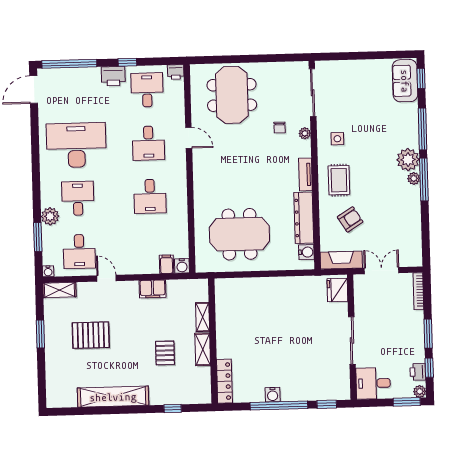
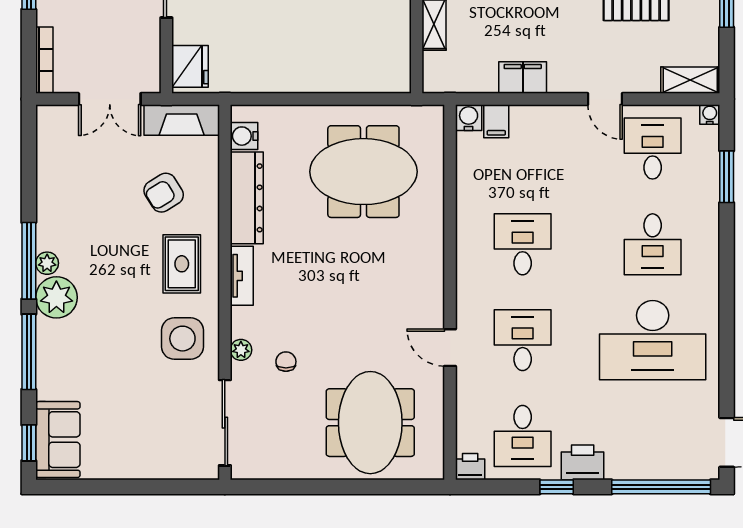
side table: (337, 139) -> (182, 339), width x1.87, depth x1.87
plant: (50, 216) -> (703, 213), removed

